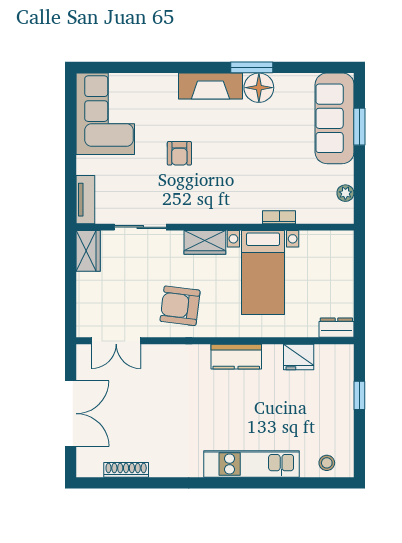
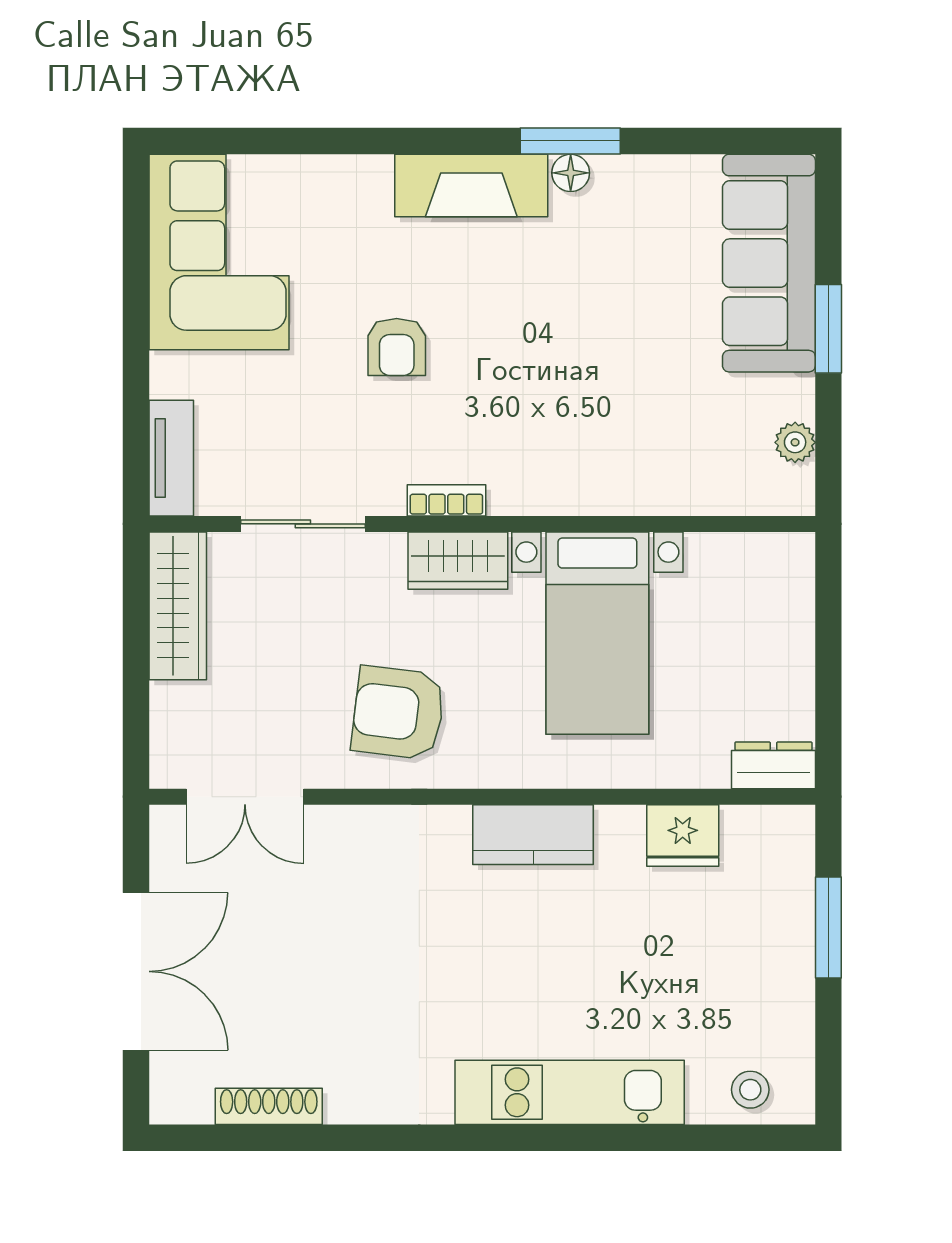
floor lamp: (259, 88) -> (571, 173), width x0.53, depth x0.53
window: (359, 127) -> (828, 329), moved
bookcase: (279, 217) -> (446, 500), moved
wardrobe: (88, 251) -> (178, 606), width x1.50
window: (359, 395) -> (828, 928), width x1.50

